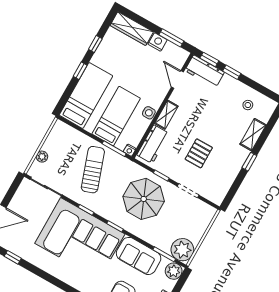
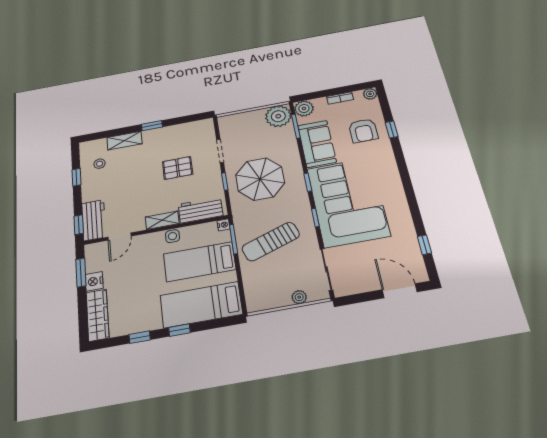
window: (232, 72) -> (76, 177), moved

